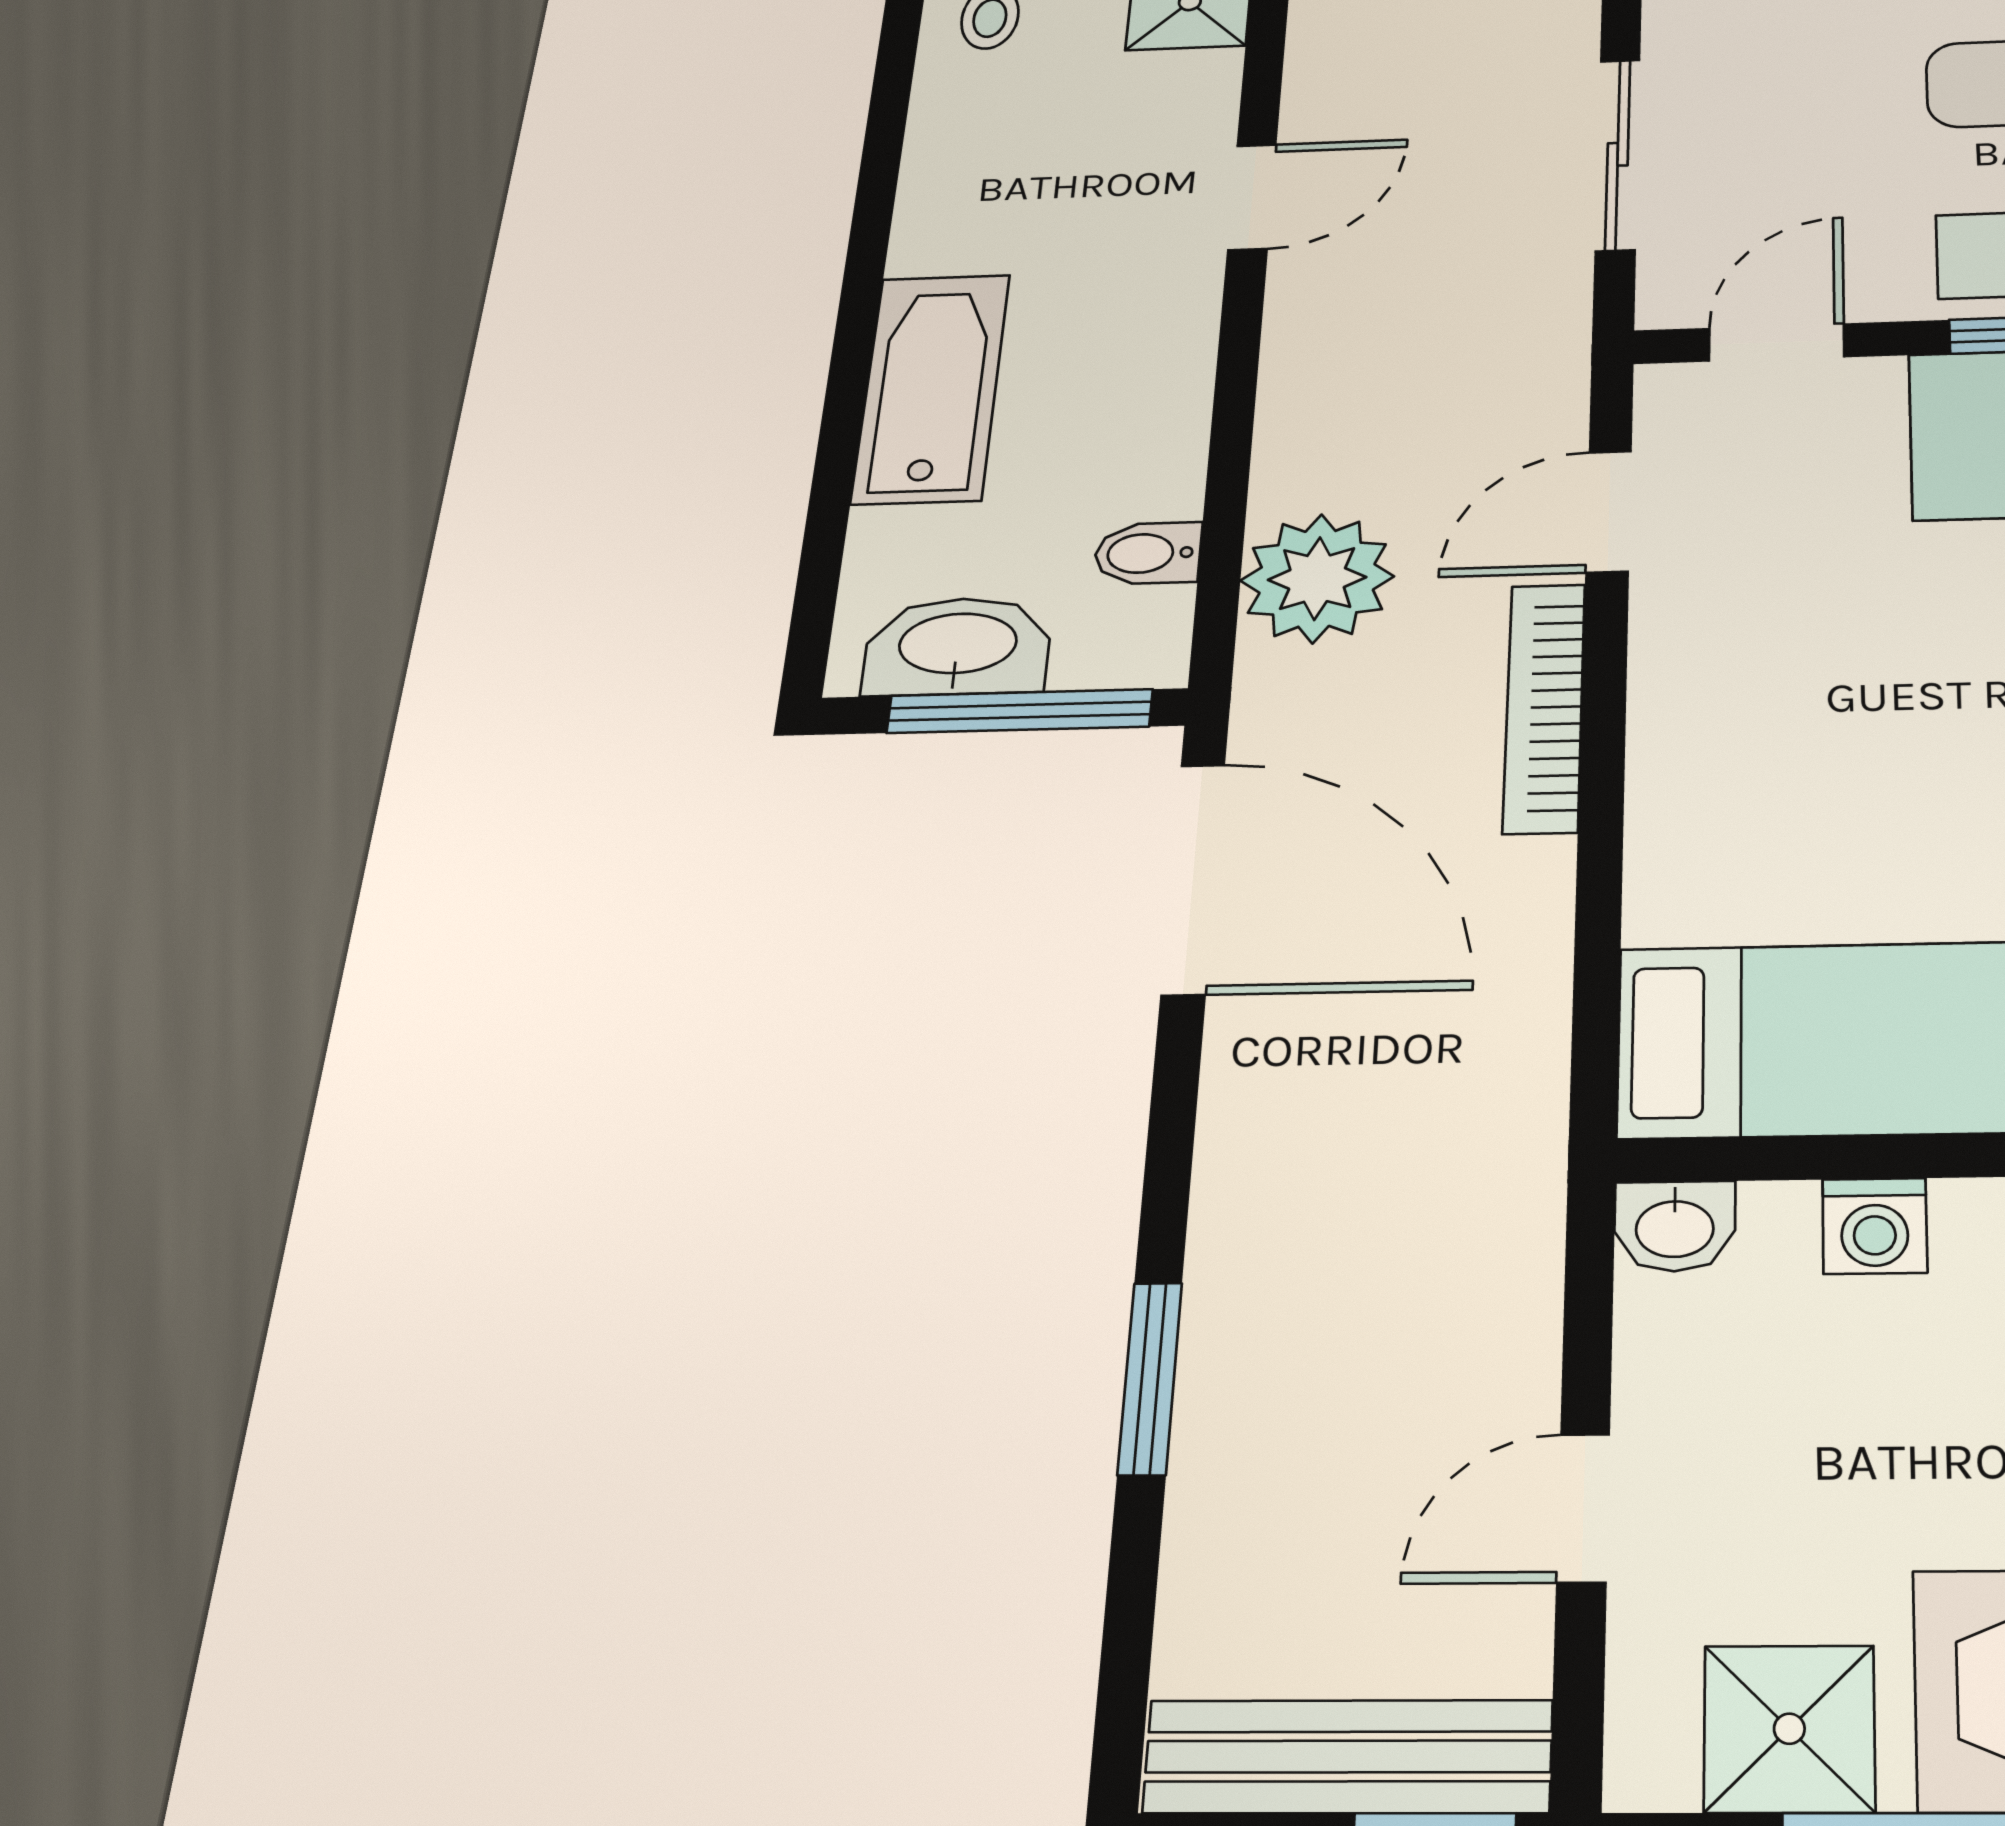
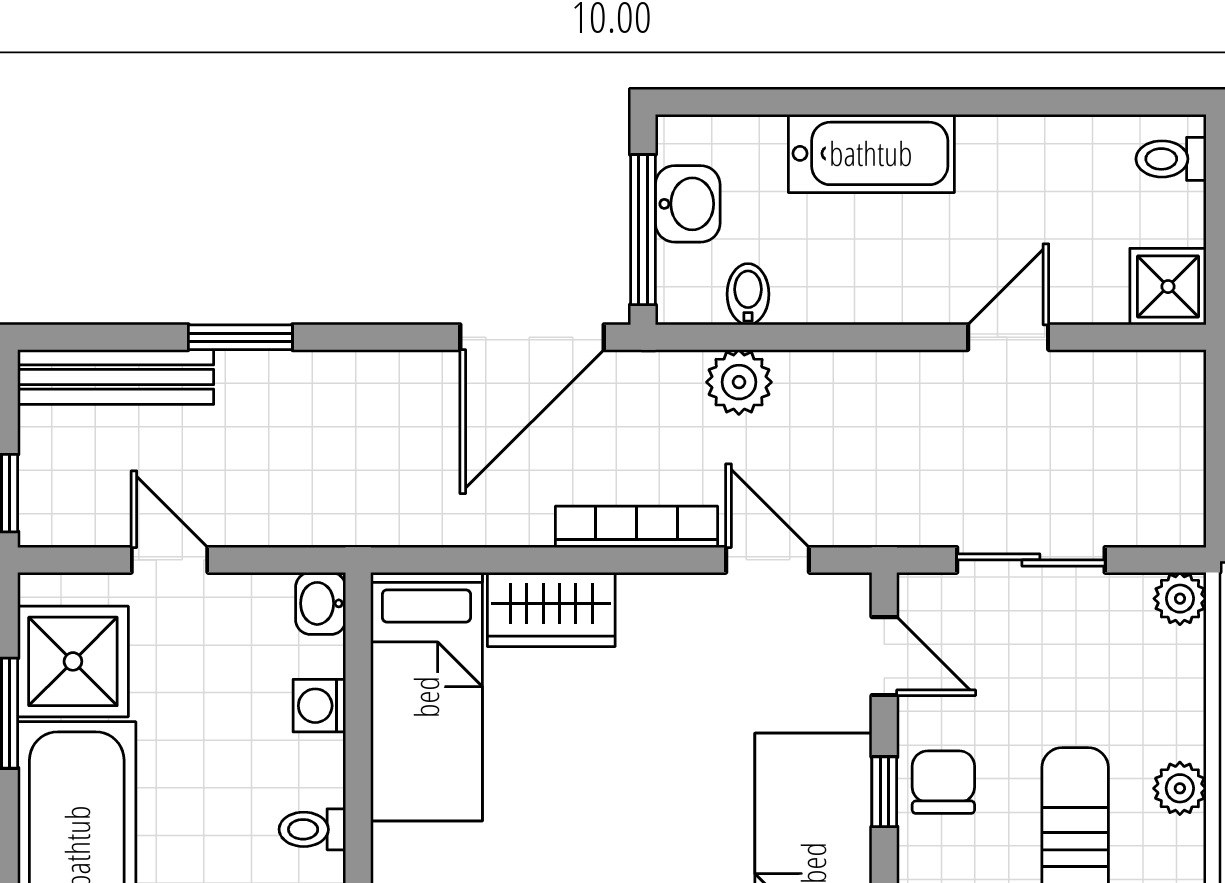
door: (1252, 197) -> (1008, 337), swing flipped
plant: (1317, 578) -> (739, 382), width x0.73, depth x0.73
washbasin: (957, 646) -> (688, 204), width x0.72
wardrobe: (1691, 837) -> (551, 609), added
shower: (1789, 1729) -> (73, 661), width x1.36, depth x1.36
bench: (1348, 1757) -> (116, 377), moved, turned 90

